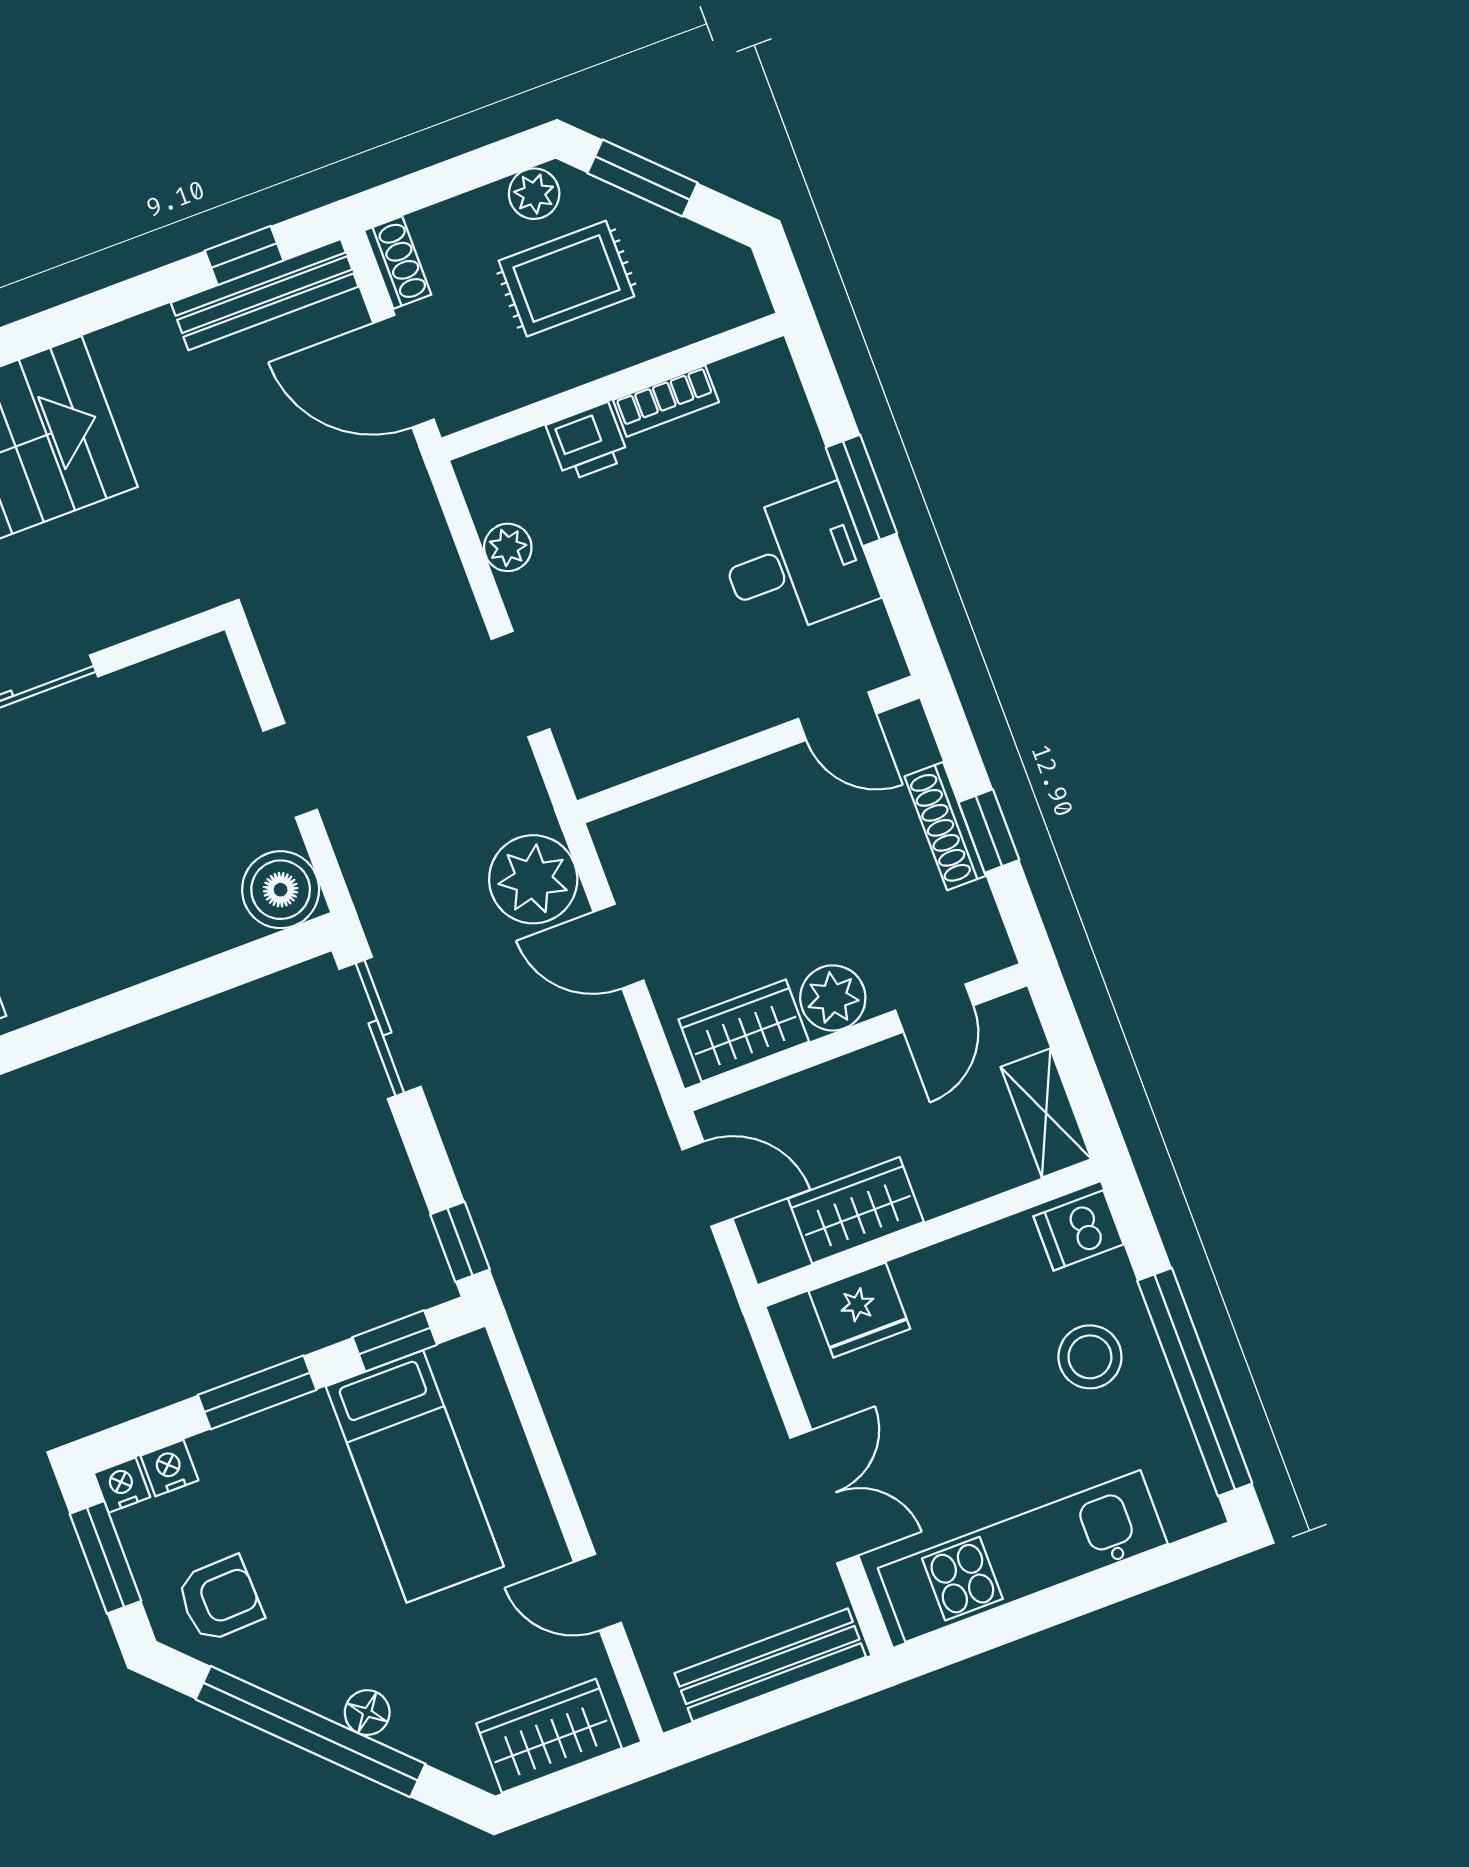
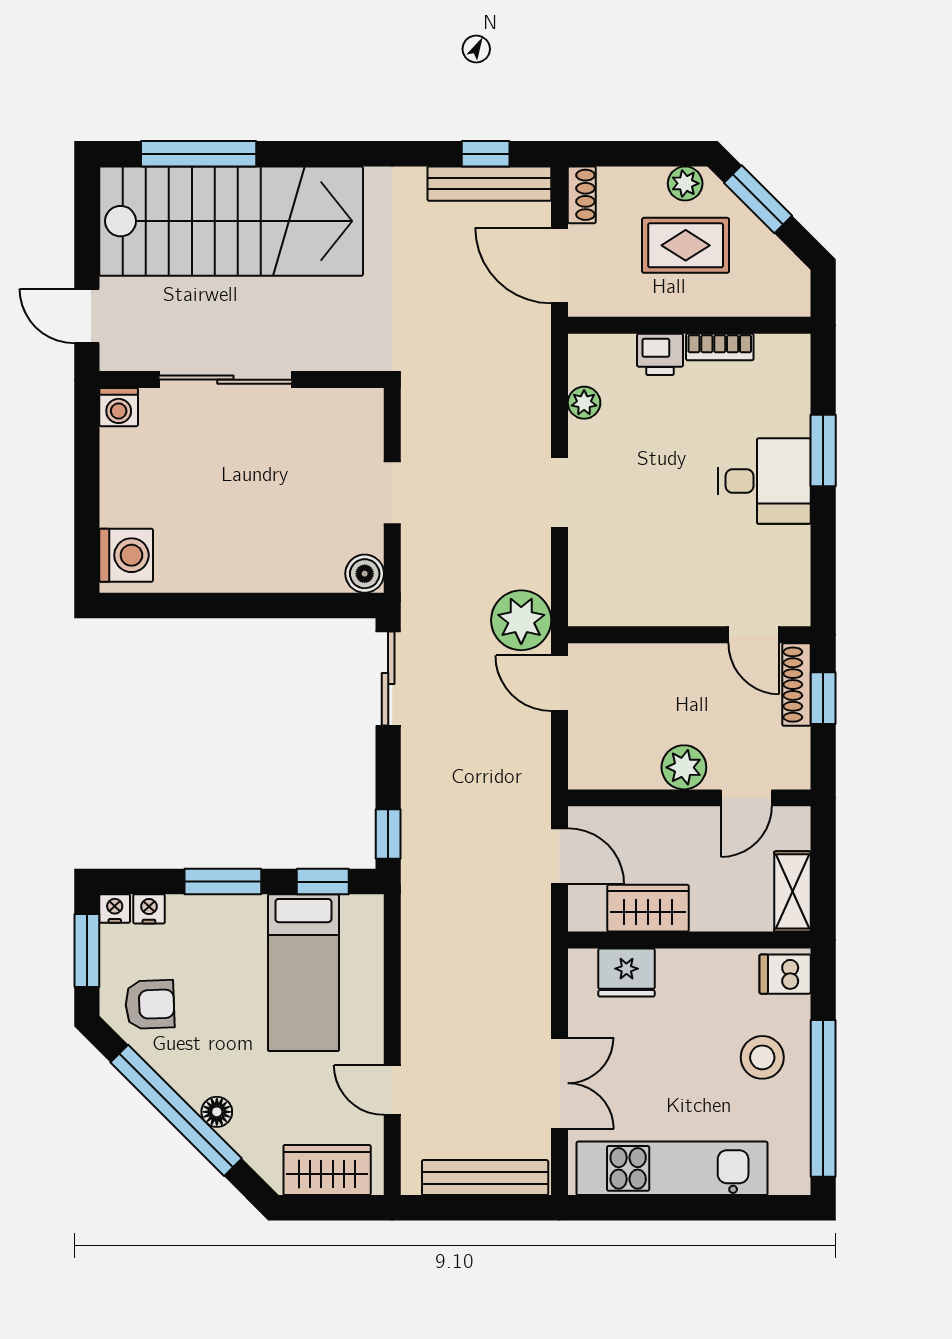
door: (837, 716) -> (754, 635), moved
wall: (748, 749) -> (689, 635), moved
boiler: (281, 890) -> (365, 574), width x0.73, depth x0.73
wardrobe: (744, 1031) -> (619, 767), removed

